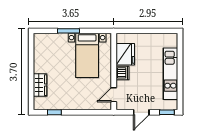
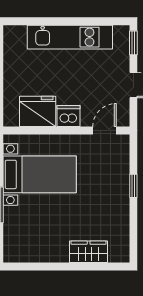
door: (114, 95) -> (104, 130), swing flipped
window: (54, 112) -> (133, 186), moved

